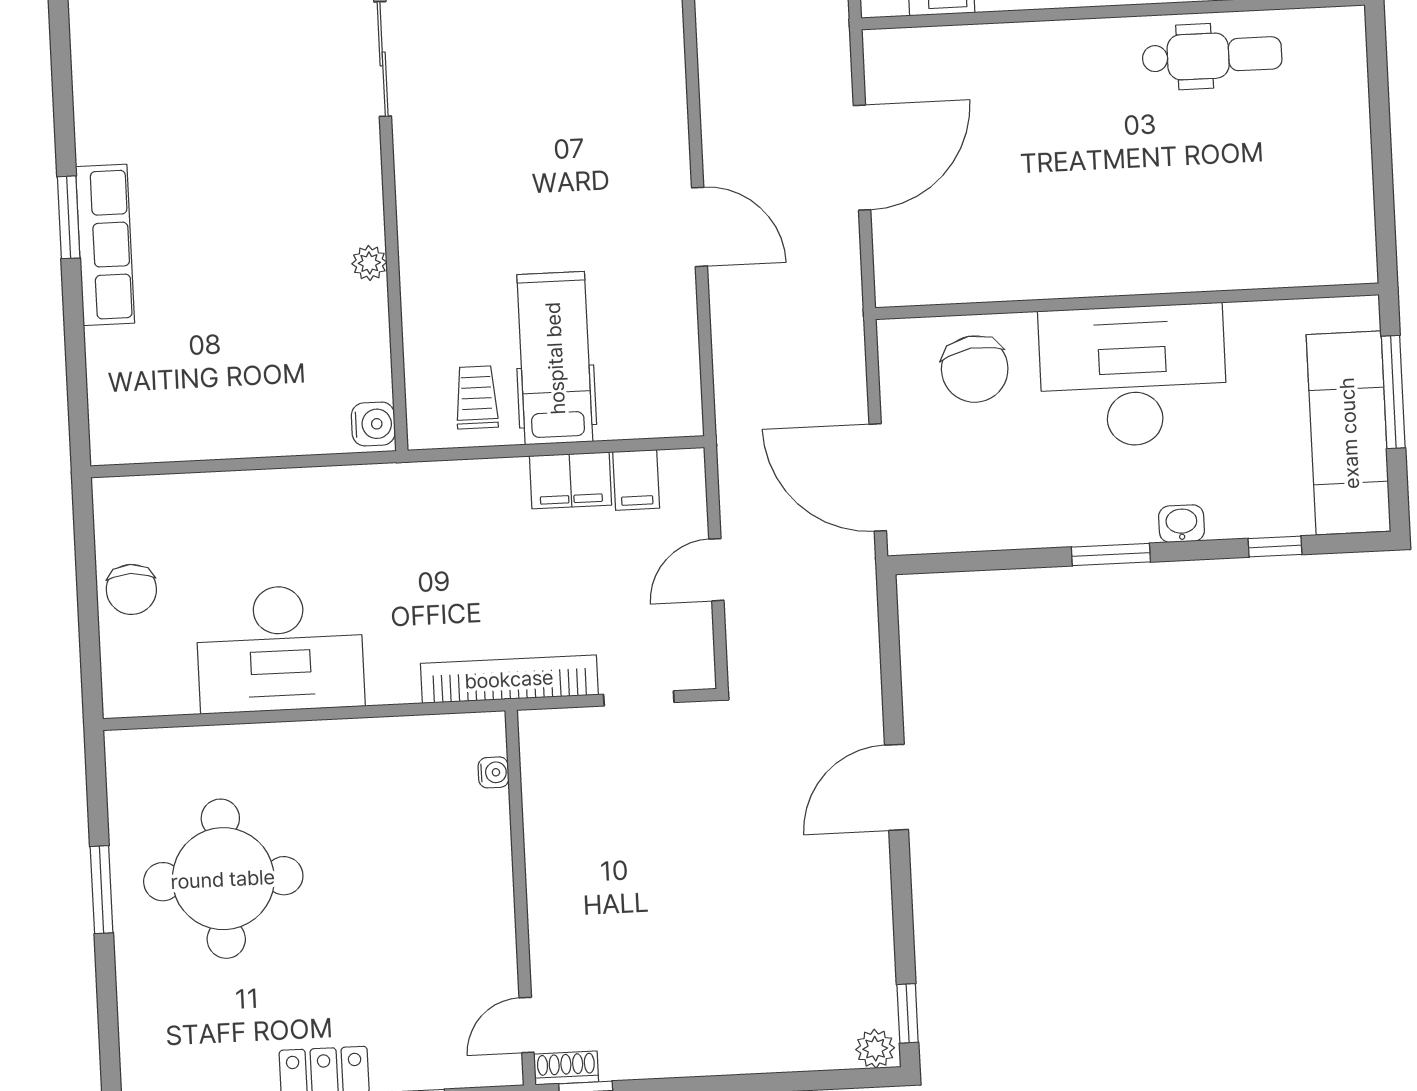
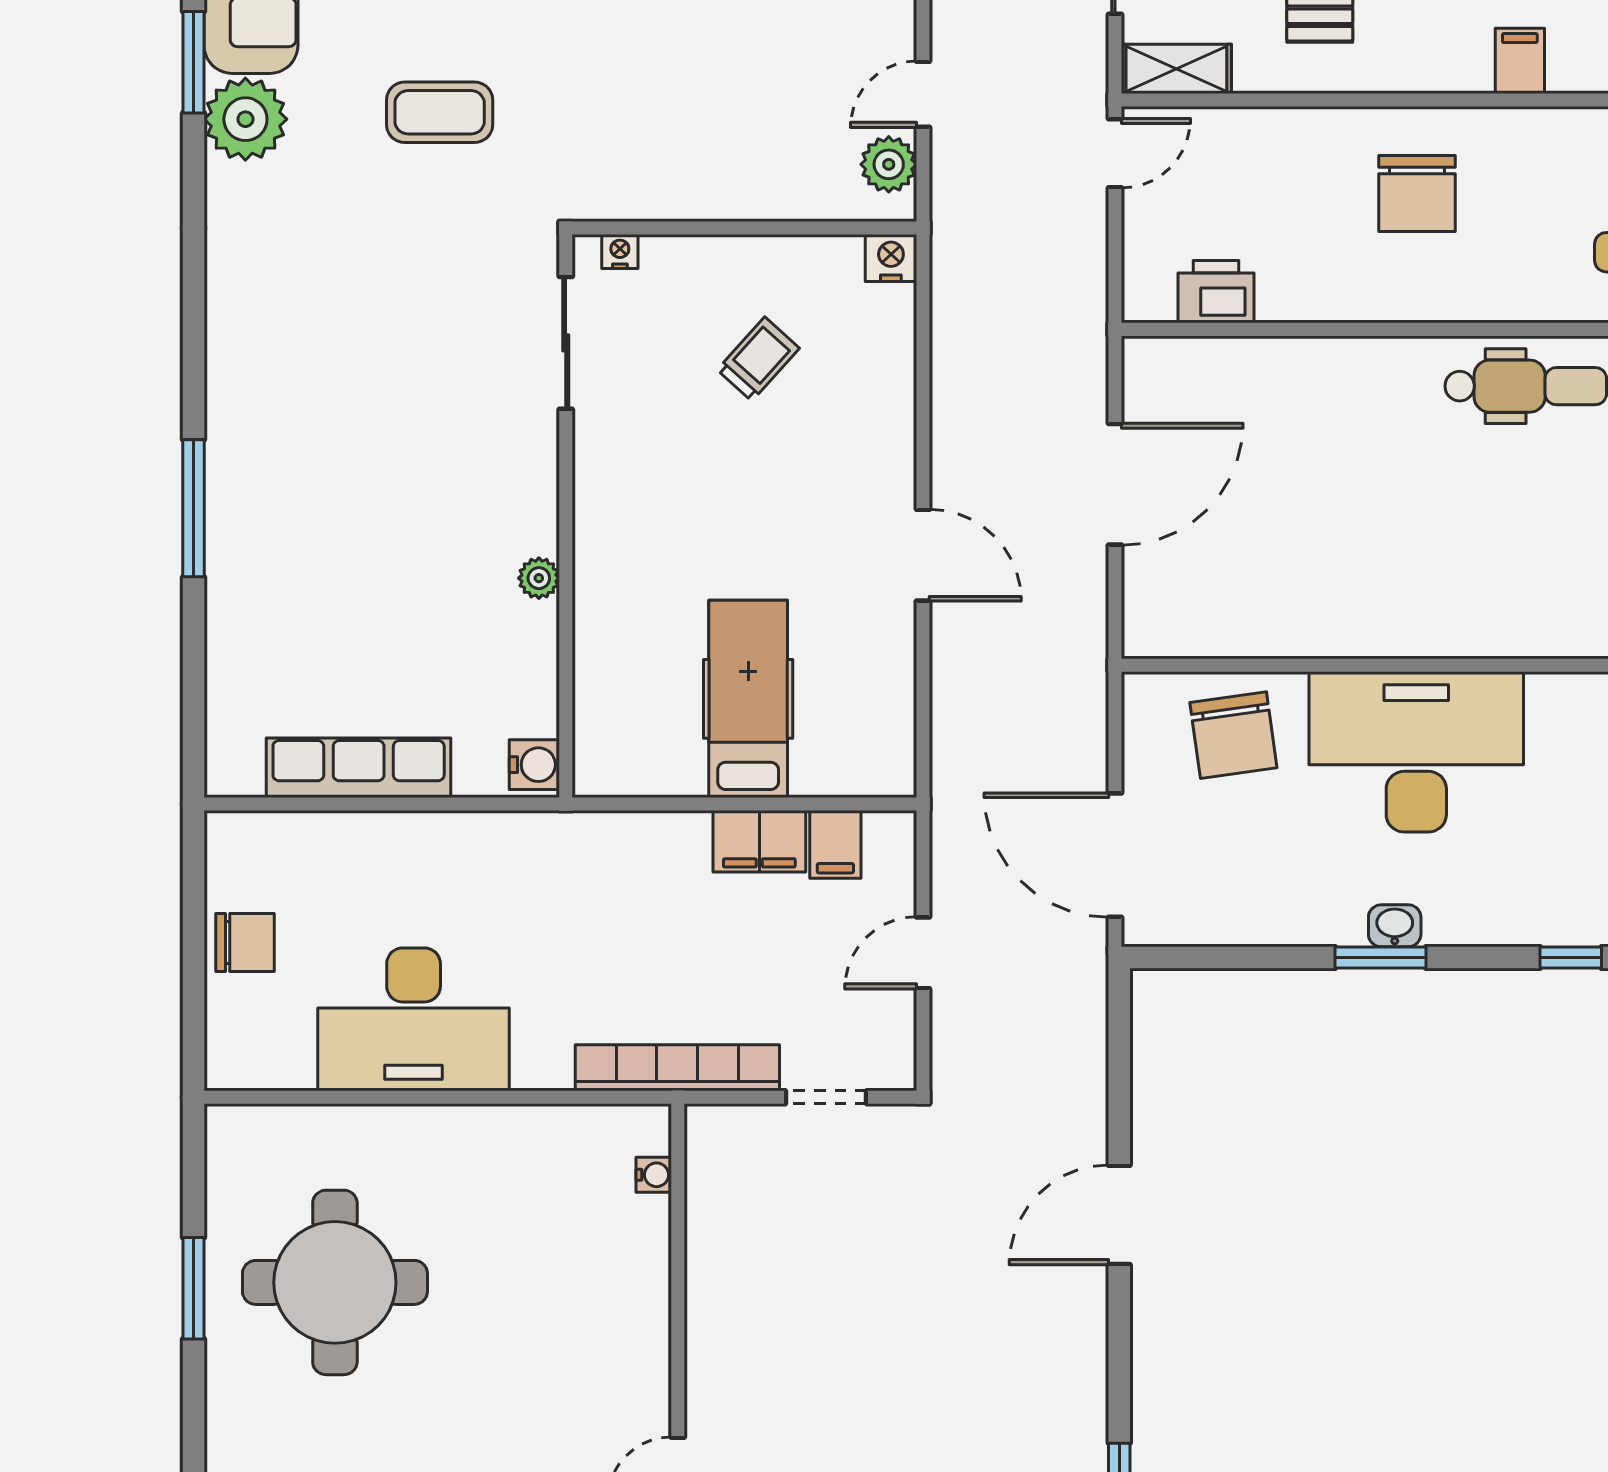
window: (69, 217) -> (193, 508), width x1.44
row of seats: (105, 245) -> (359, 768), moved, turned -90
trolley: (477, 397) -> (758, 359), moved, turned 42
washbasin: (1181, 524) -> (1395, 926), moved
chair: (131, 589) -> (245, 943), turned -90

